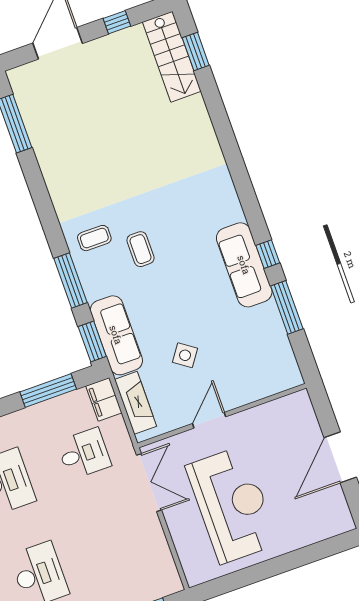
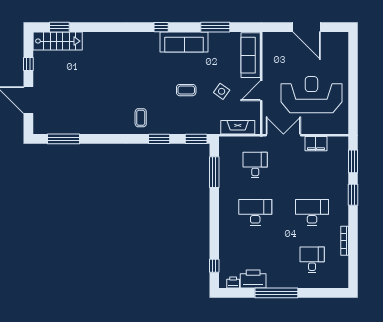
coffee table: (140, 249) -> (186, 90), moved
window: (268, 254) -> (161, 27), moved
window: (71, 281) -> (159, 139), width x0.69
sofa: (116, 335) -> (251, 55), moved, turned -90
filing cabinet: (104, 399) -> (316, 144), moved
door: (209, 420) -> (261, 91), hinge flipped

